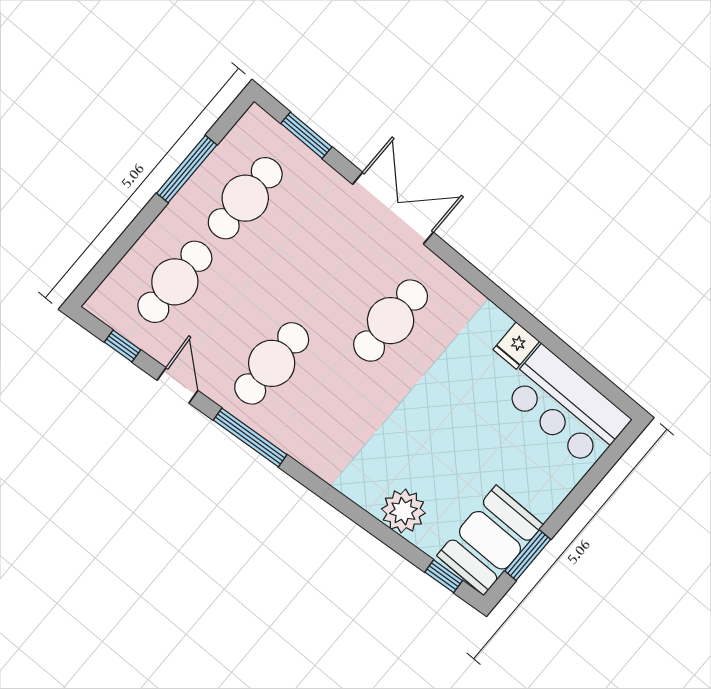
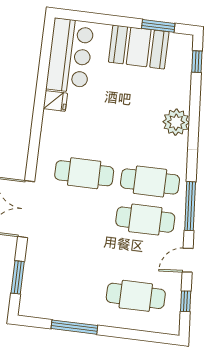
cafe table: (245, 198) -> (150, 181), moved
plant: (403, 511) -> (176, 122), moved
booth: (490, 540) -> (139, 47), moved

